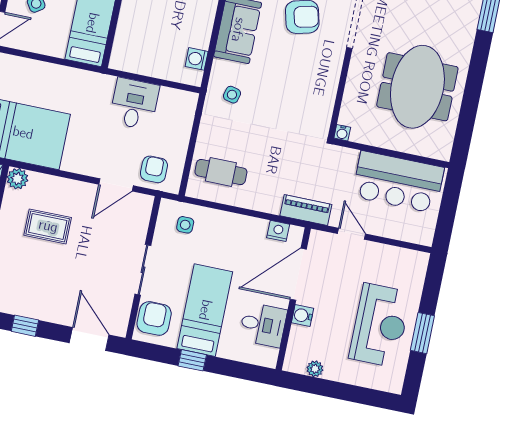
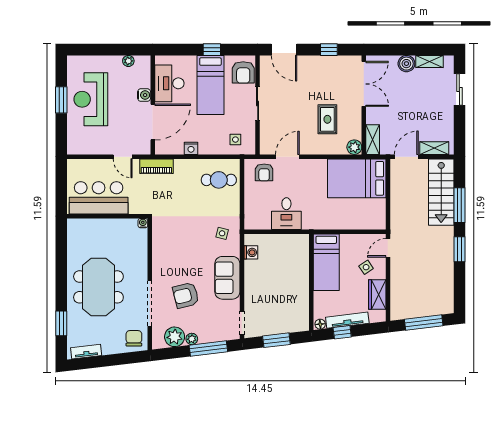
meeting table: (417, 87) -> (98, 287), moved
rug: (48, 226) -> (327, 119), turned 90
nightstand: (278, 231) -> (191, 148), moved
desk: (263, 325) -> (169, 83), width x1.37

